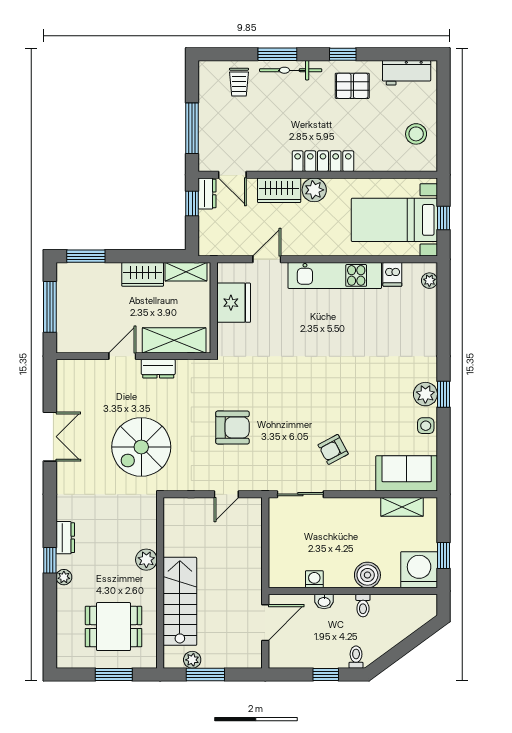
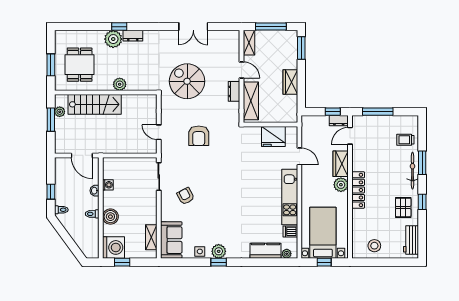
shelving: (186, 272) -> (249, 43), moved
kitchen counter: (424, 316) -> (266, 251), added
plant: (64, 577) -> (113, 39), width x1.88, depth x1.88

